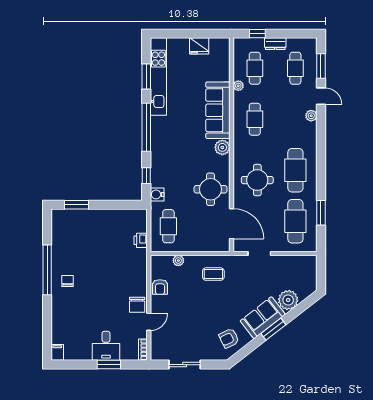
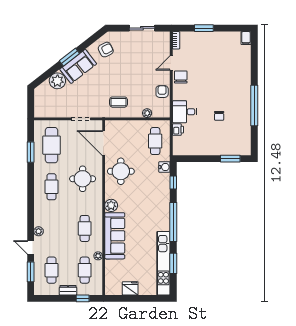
cafe table: (295, 170) -> (52, 187), width x0.73, depth x0.74
chair: (68, 281) -> (219, 116), moved
desk: (106, 346) -> (185, 112), moved, turned -90

